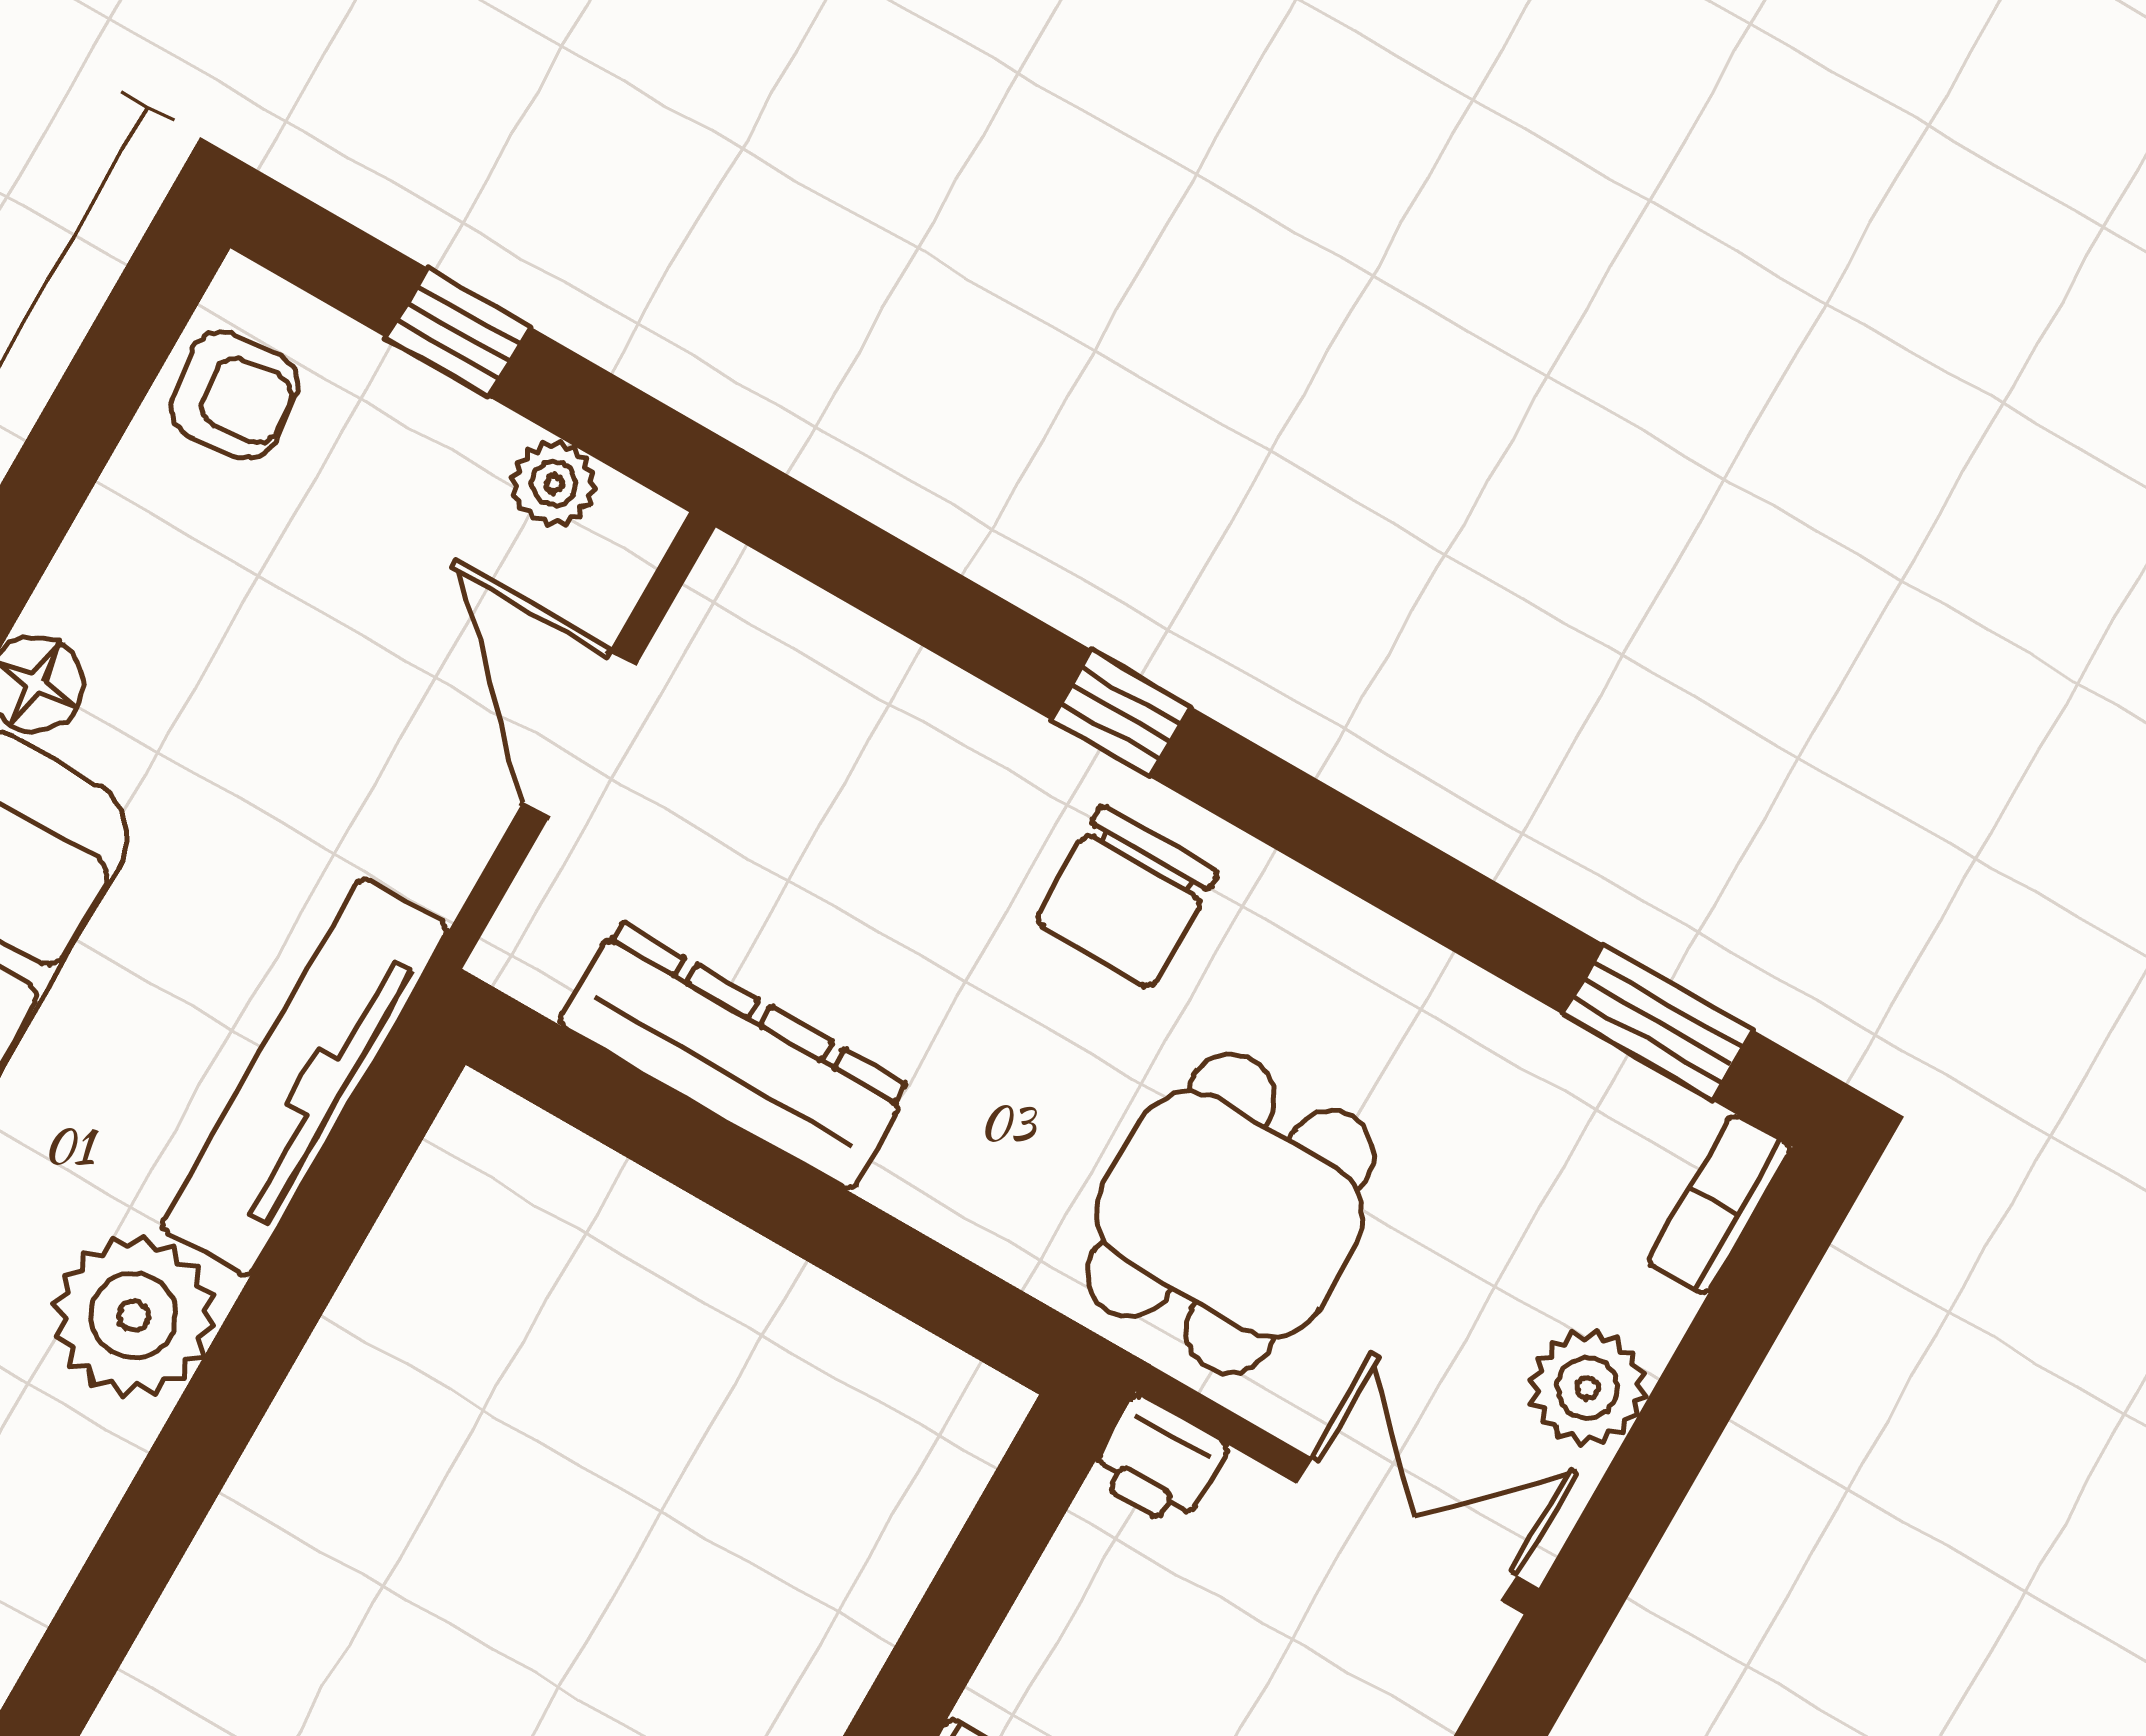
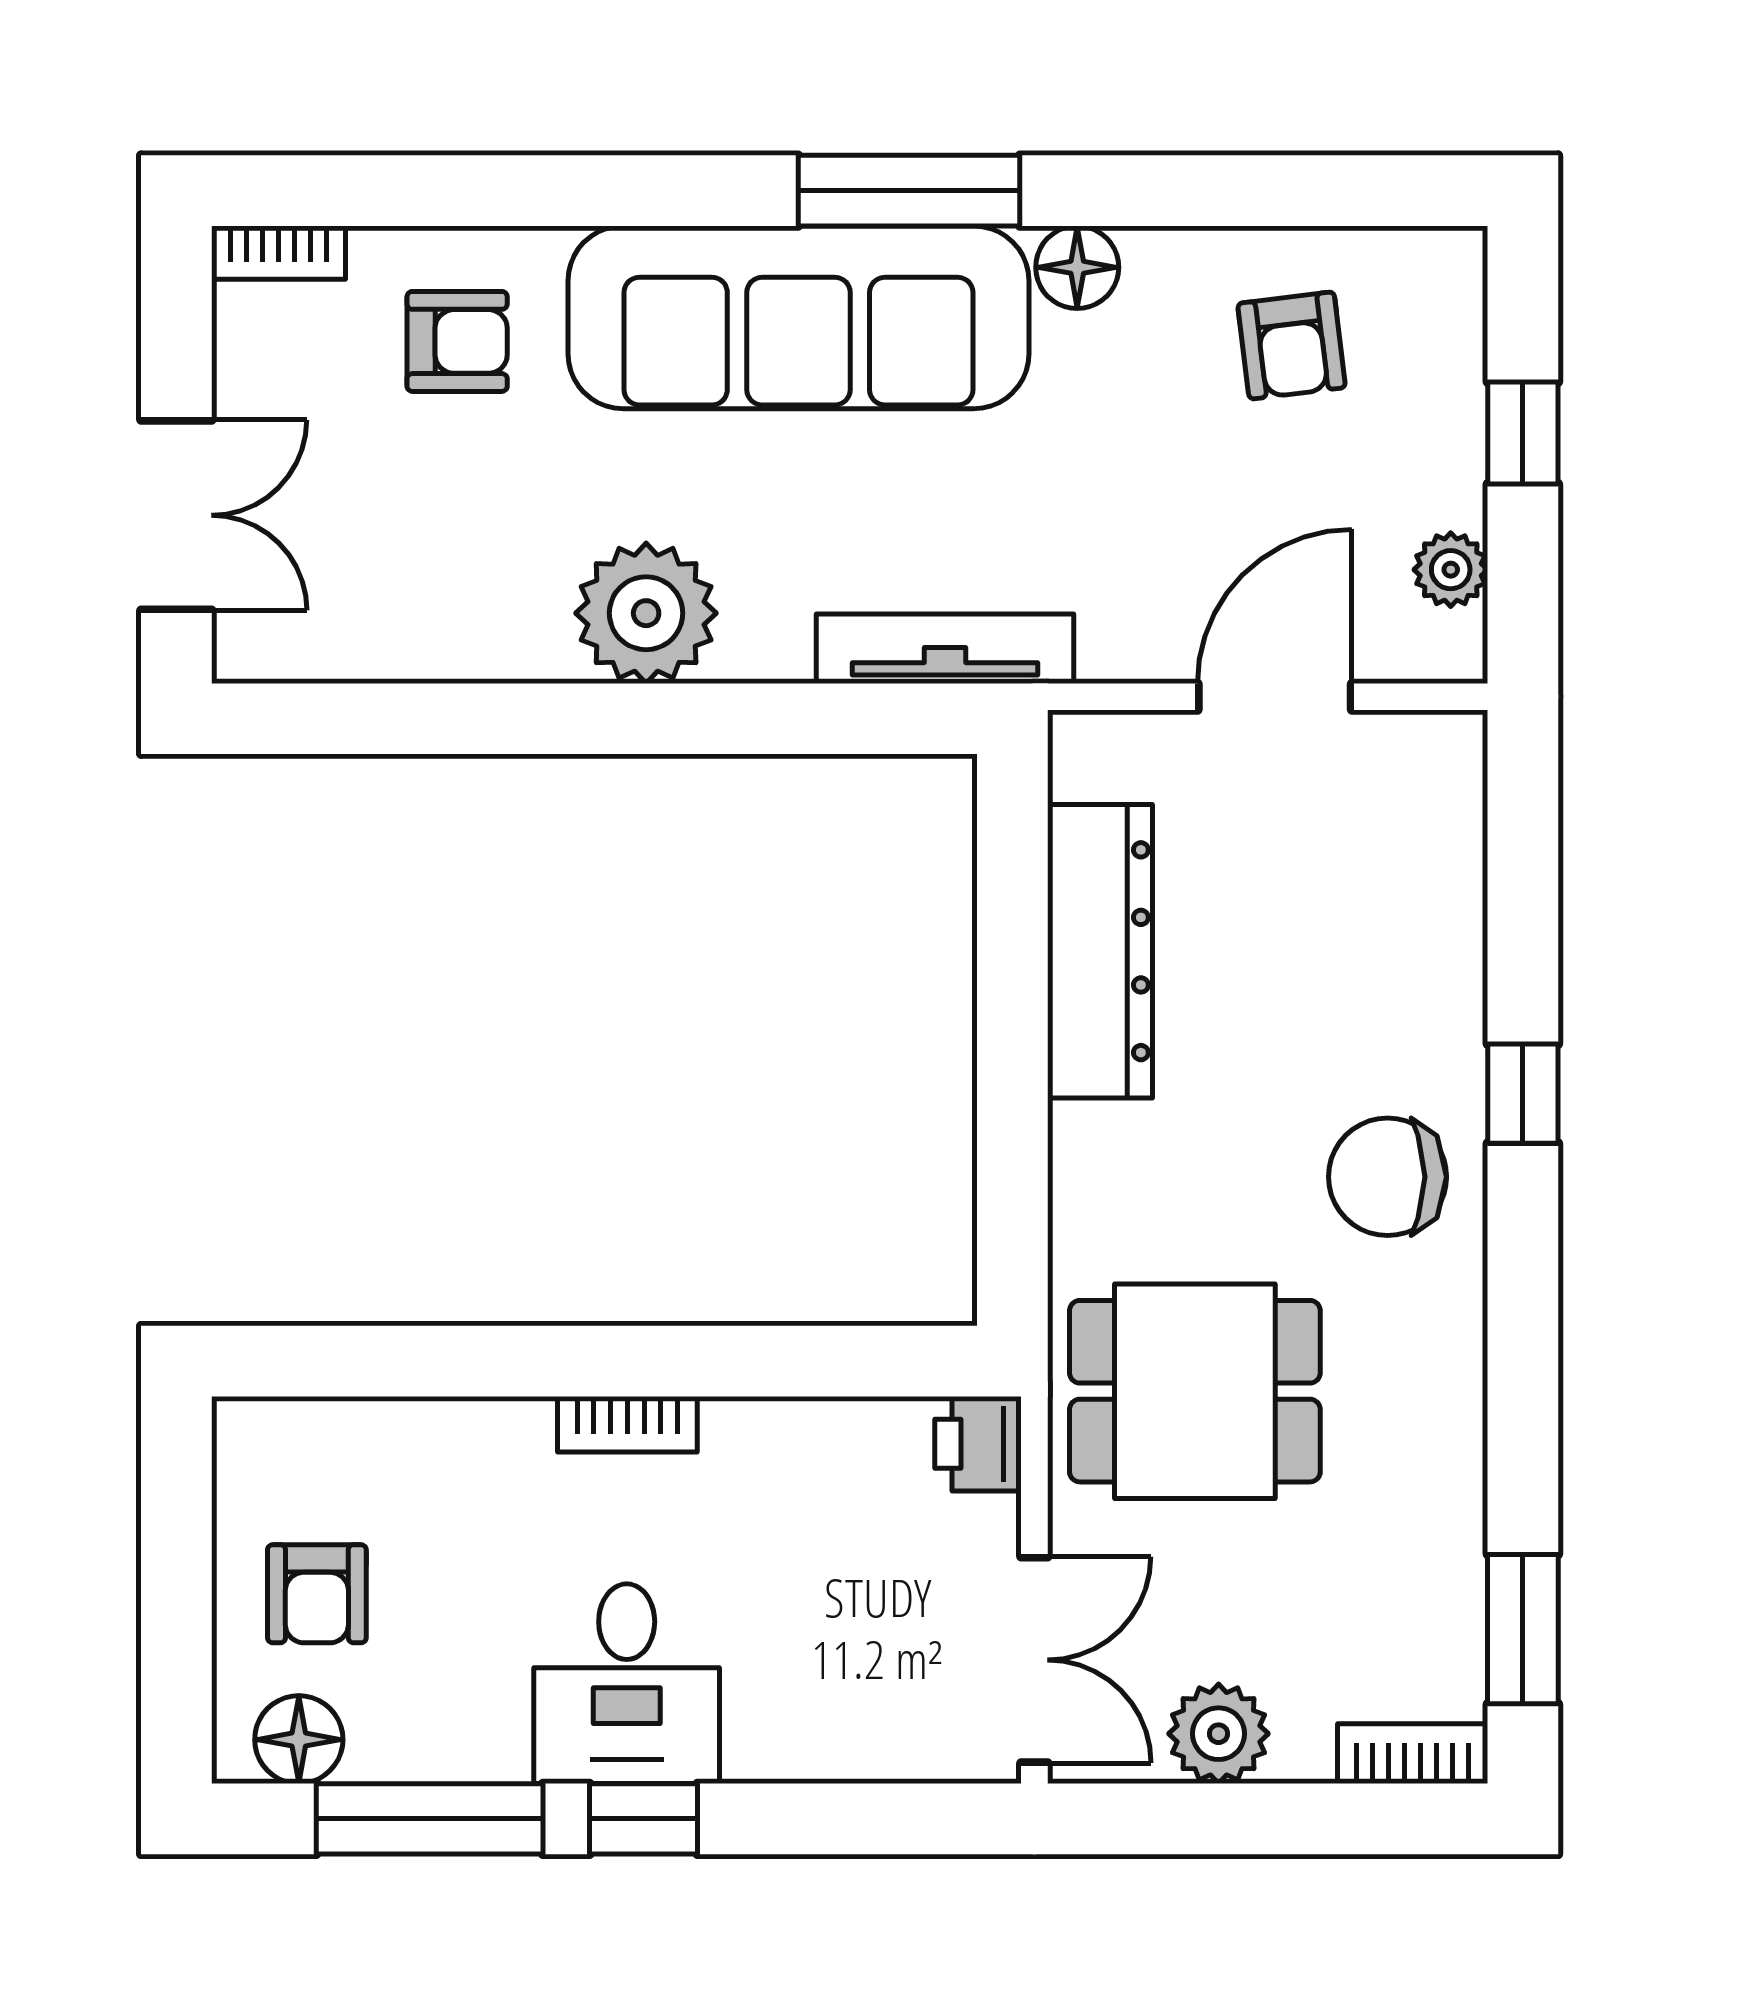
armchair: (234, 395) -> (1292, 345), moved
tv unit: (305, 1077) -> (945, 649), width x0.73, depth x0.78

